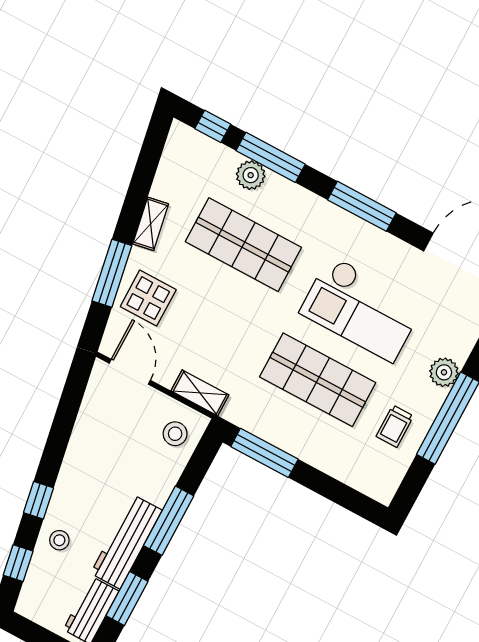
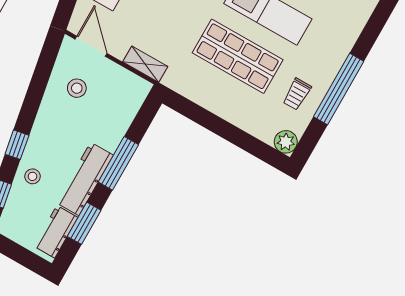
plant: (444, 372) -> (286, 142), moved
stool: (175, 434) -> (77, 88), moved
window: (264, 453) -> (194, 112), removed

